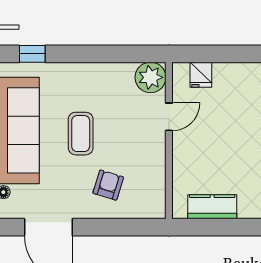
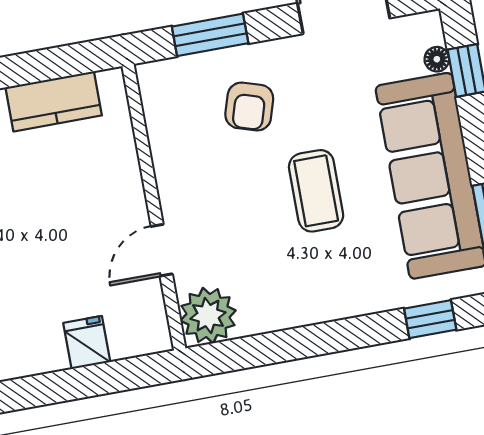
fridge: (201, 75) -> (87, 343), moved
window: (122, 227) -> (210, 35), added

